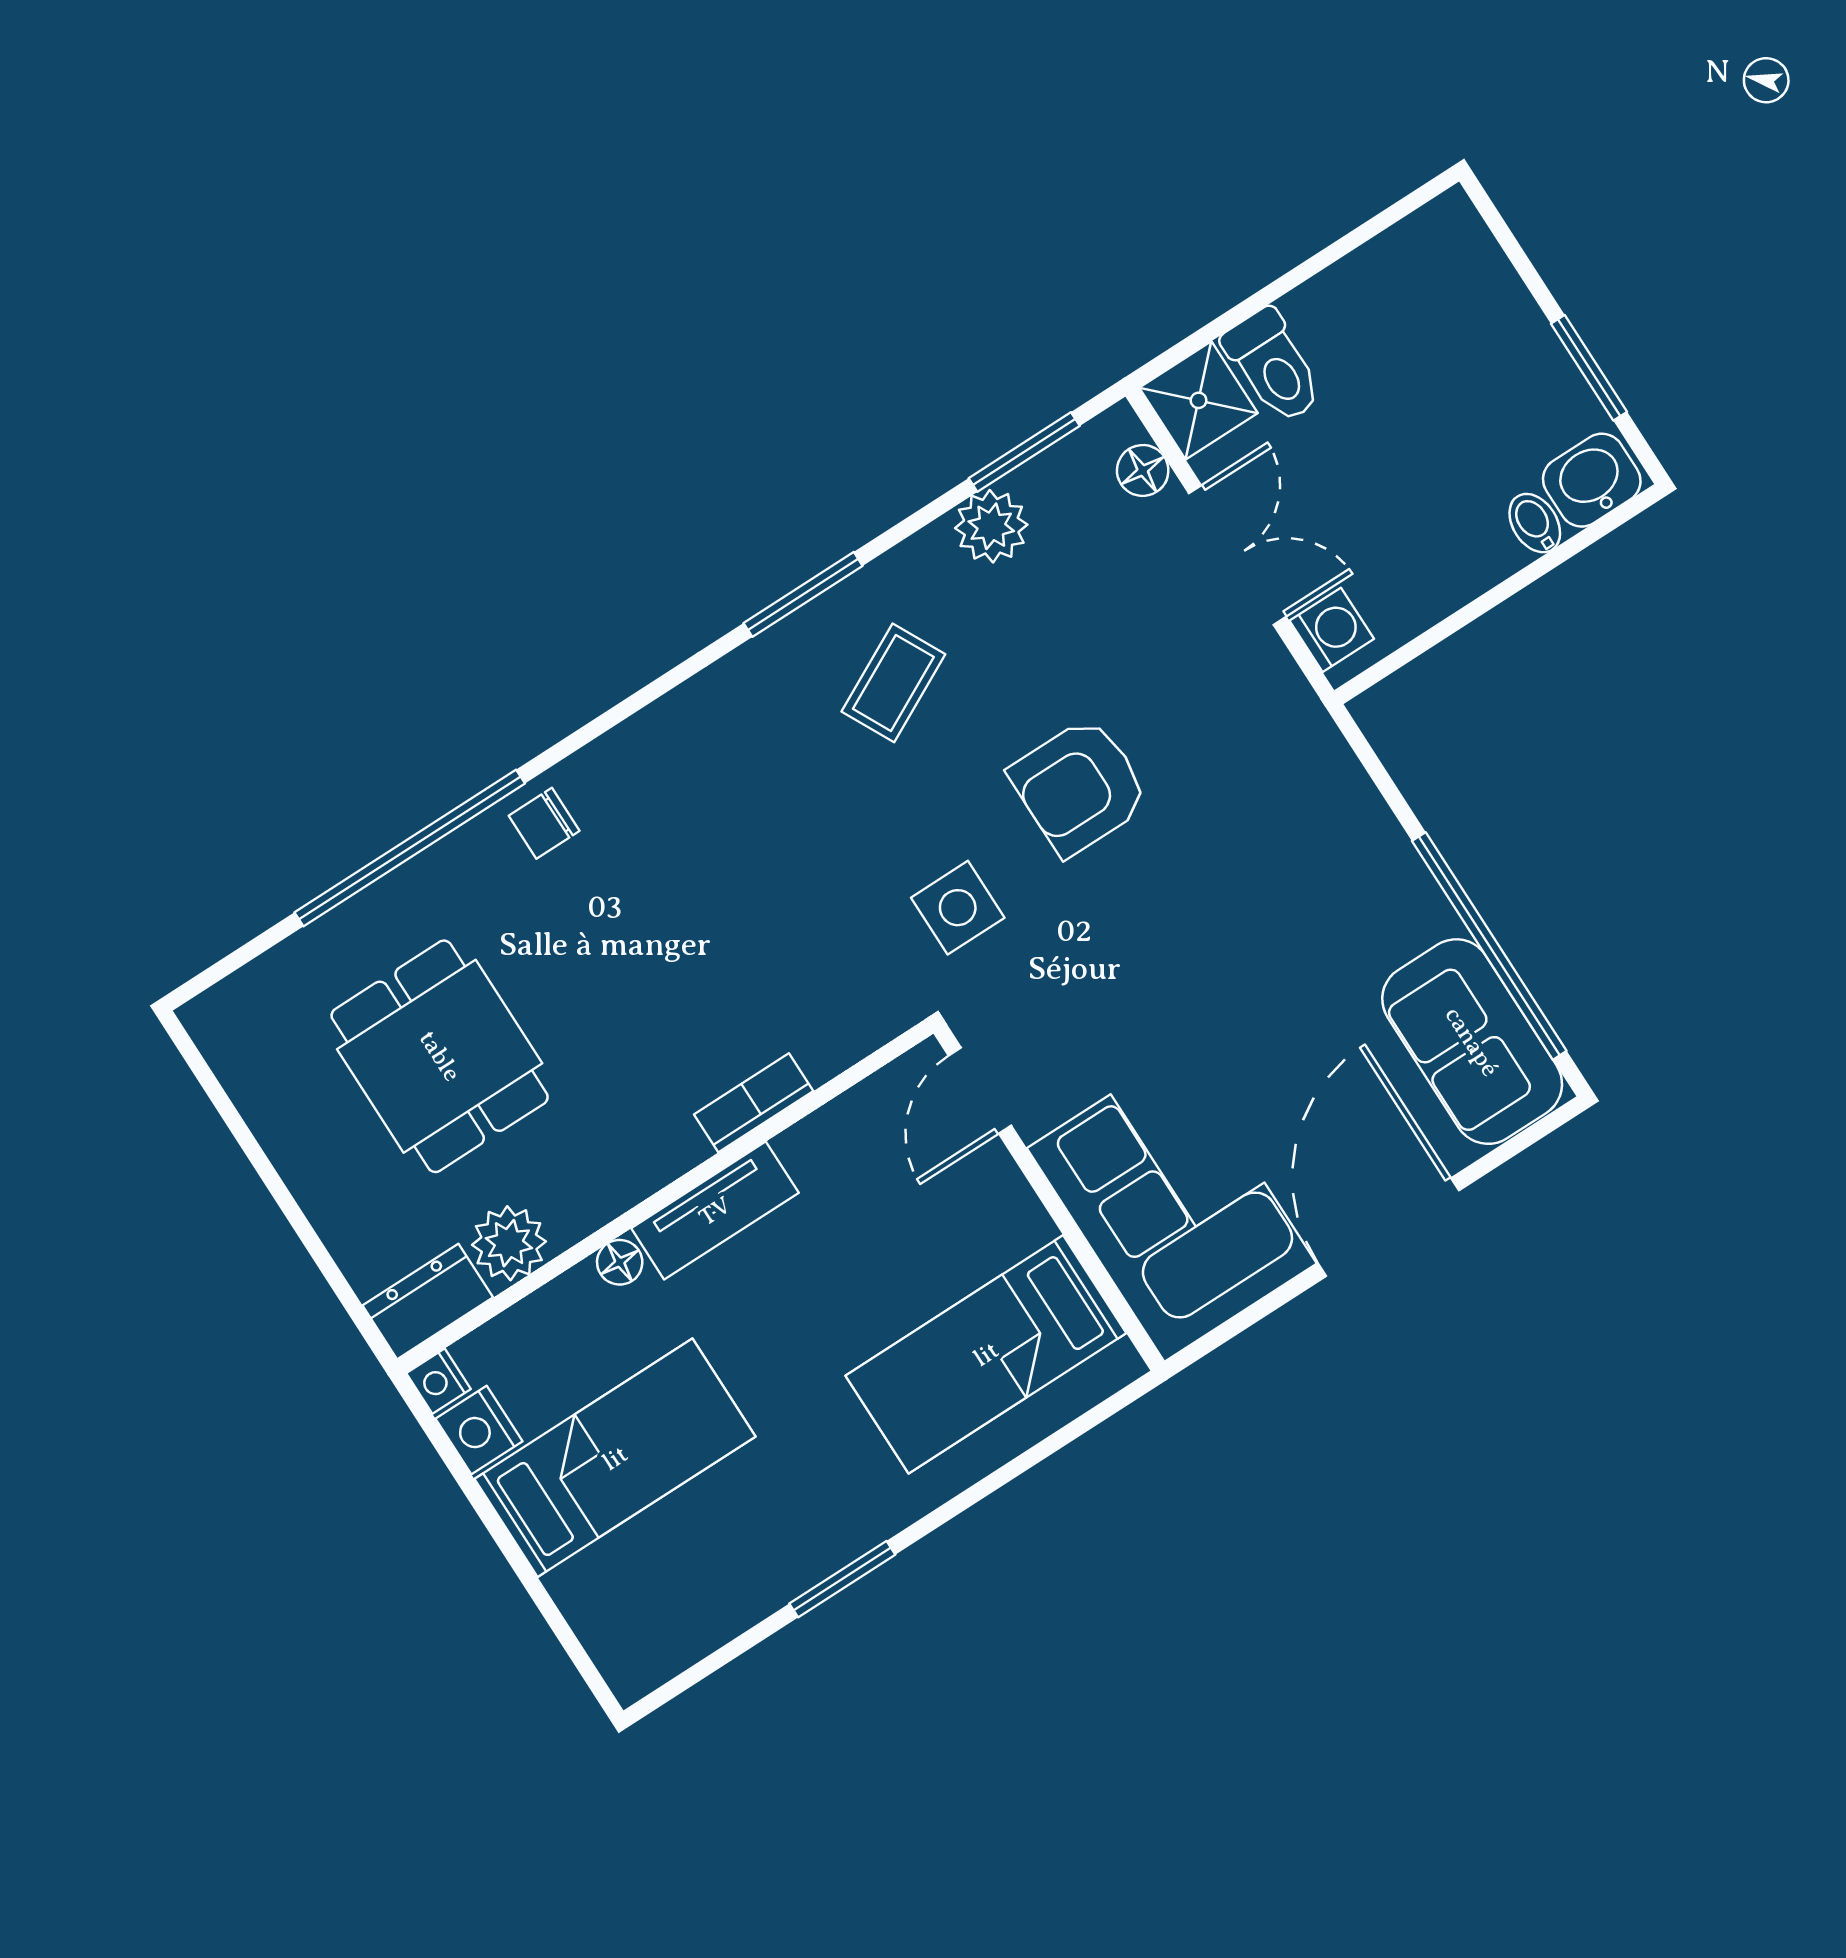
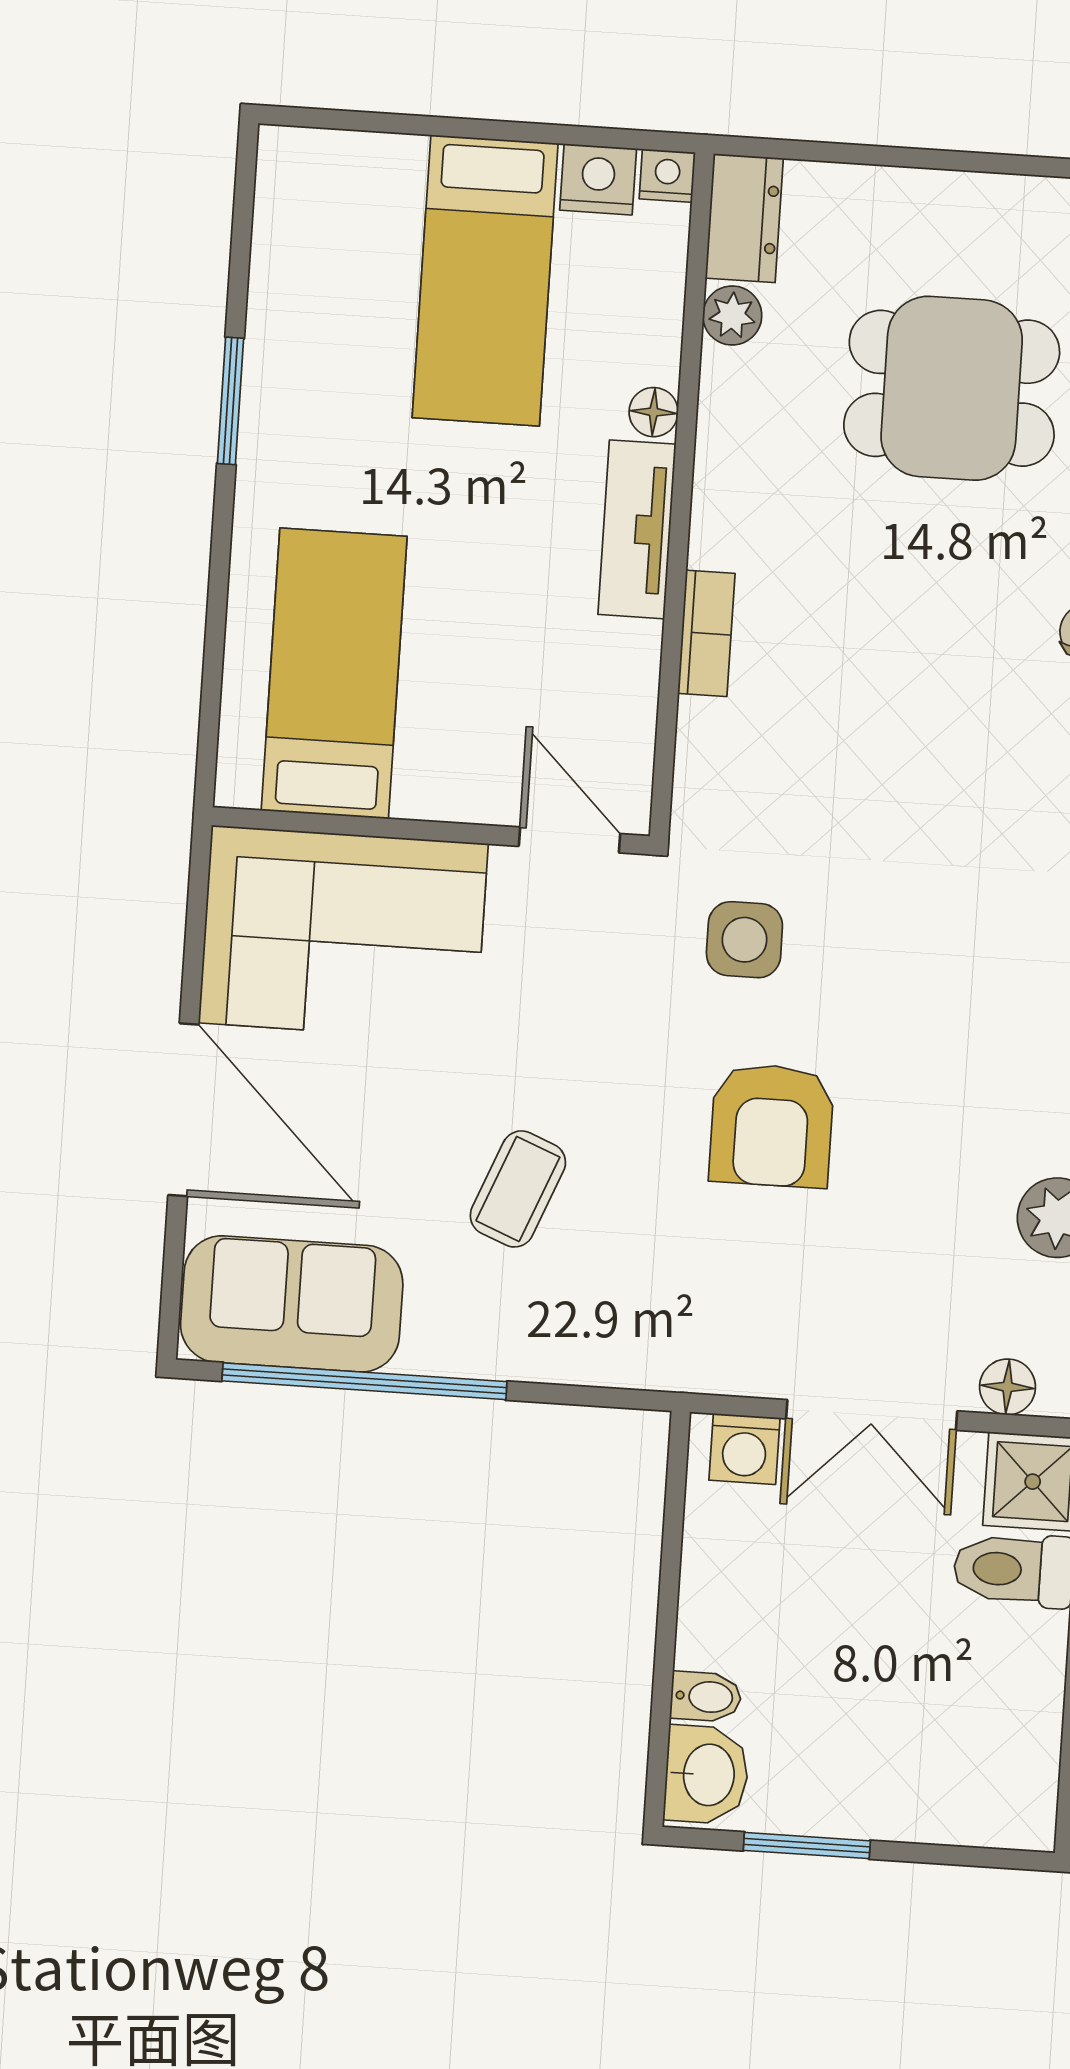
coffee table: (893, 683) -> (518, 1189), moved, turned 49
armchair: (1079, 786) -> (771, 1125), turned 180
plant: (509, 1243) -> (732, 315), width x0.73, depth x0.73

